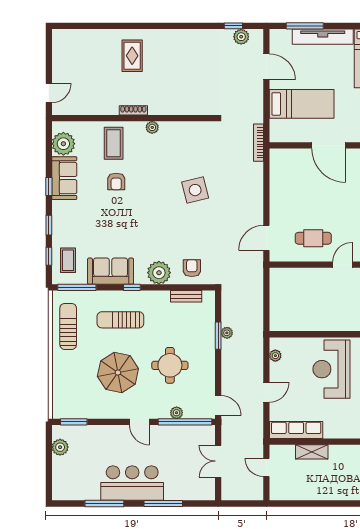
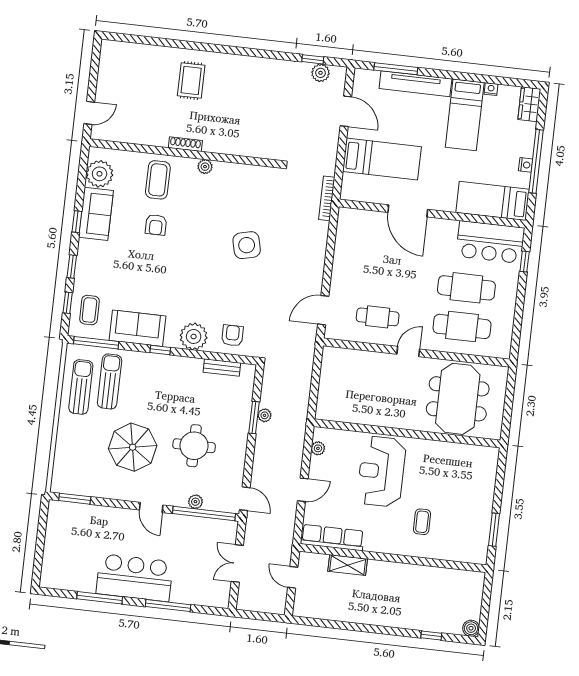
sun lounger: (120, 320) -> (110, 381), moved, turned 90
plant: (60, 447) -> (55, 526), removed

